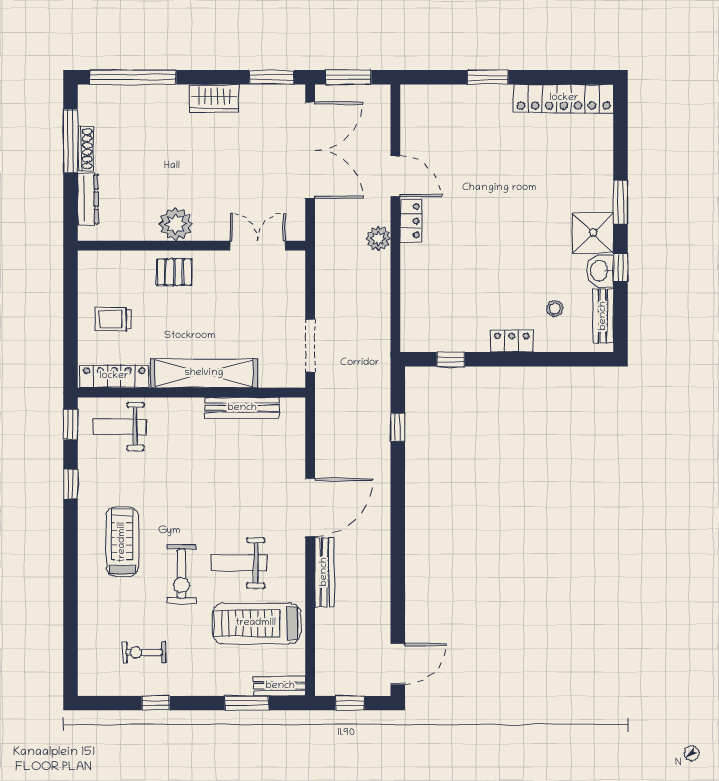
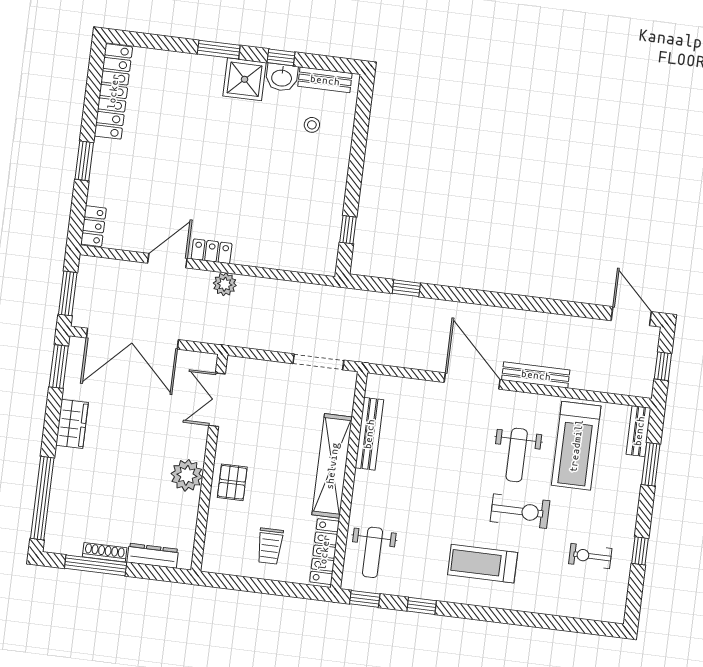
double door: (310, 150) -> (132, 339), swing flipped
locker: (512, 341) -> (94, 226), moved, turned 180
exercise bike: (144, 652) -> (590, 556), turned 90

